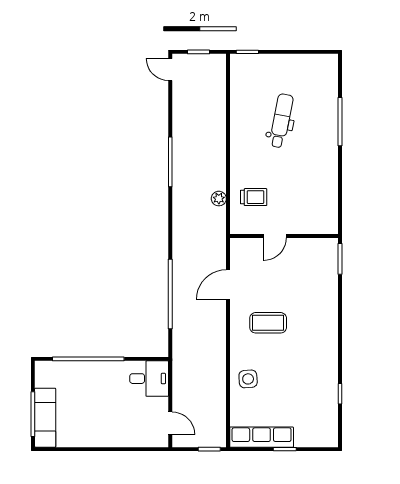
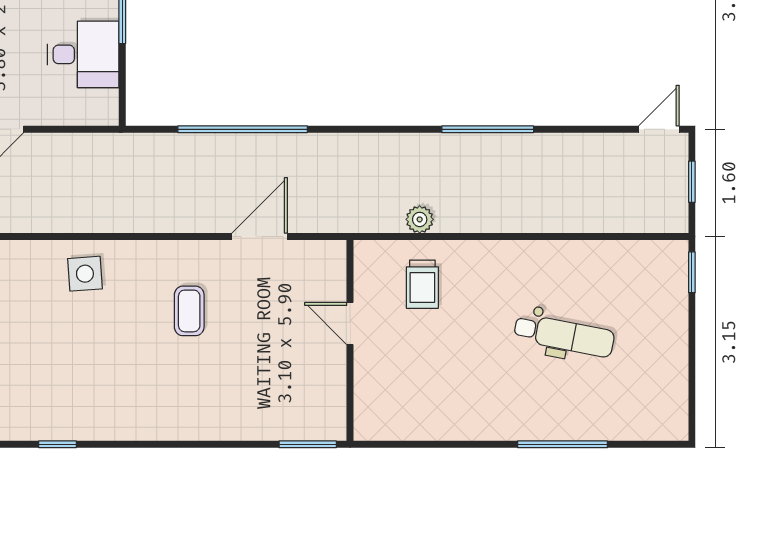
door: (228, 285) -> (260, 237), hinge flipped
coffee table: (268, 323) -> (189, 311), width x0.73, depth x0.77
desk: (149, 379) -> (83, 54), moved, turned -90

